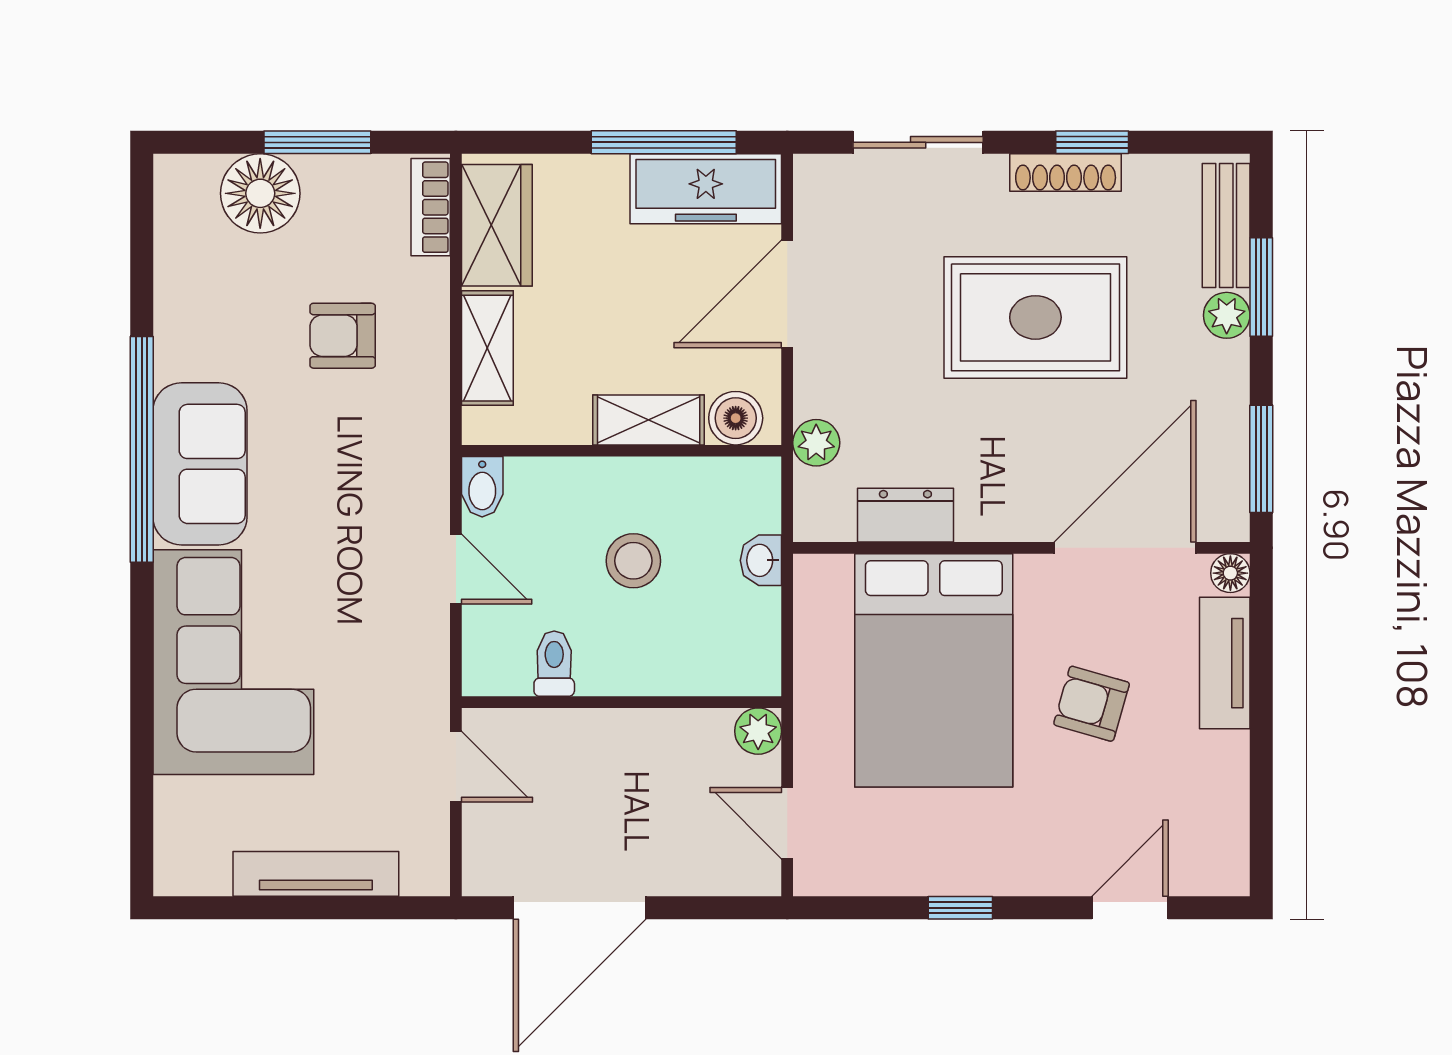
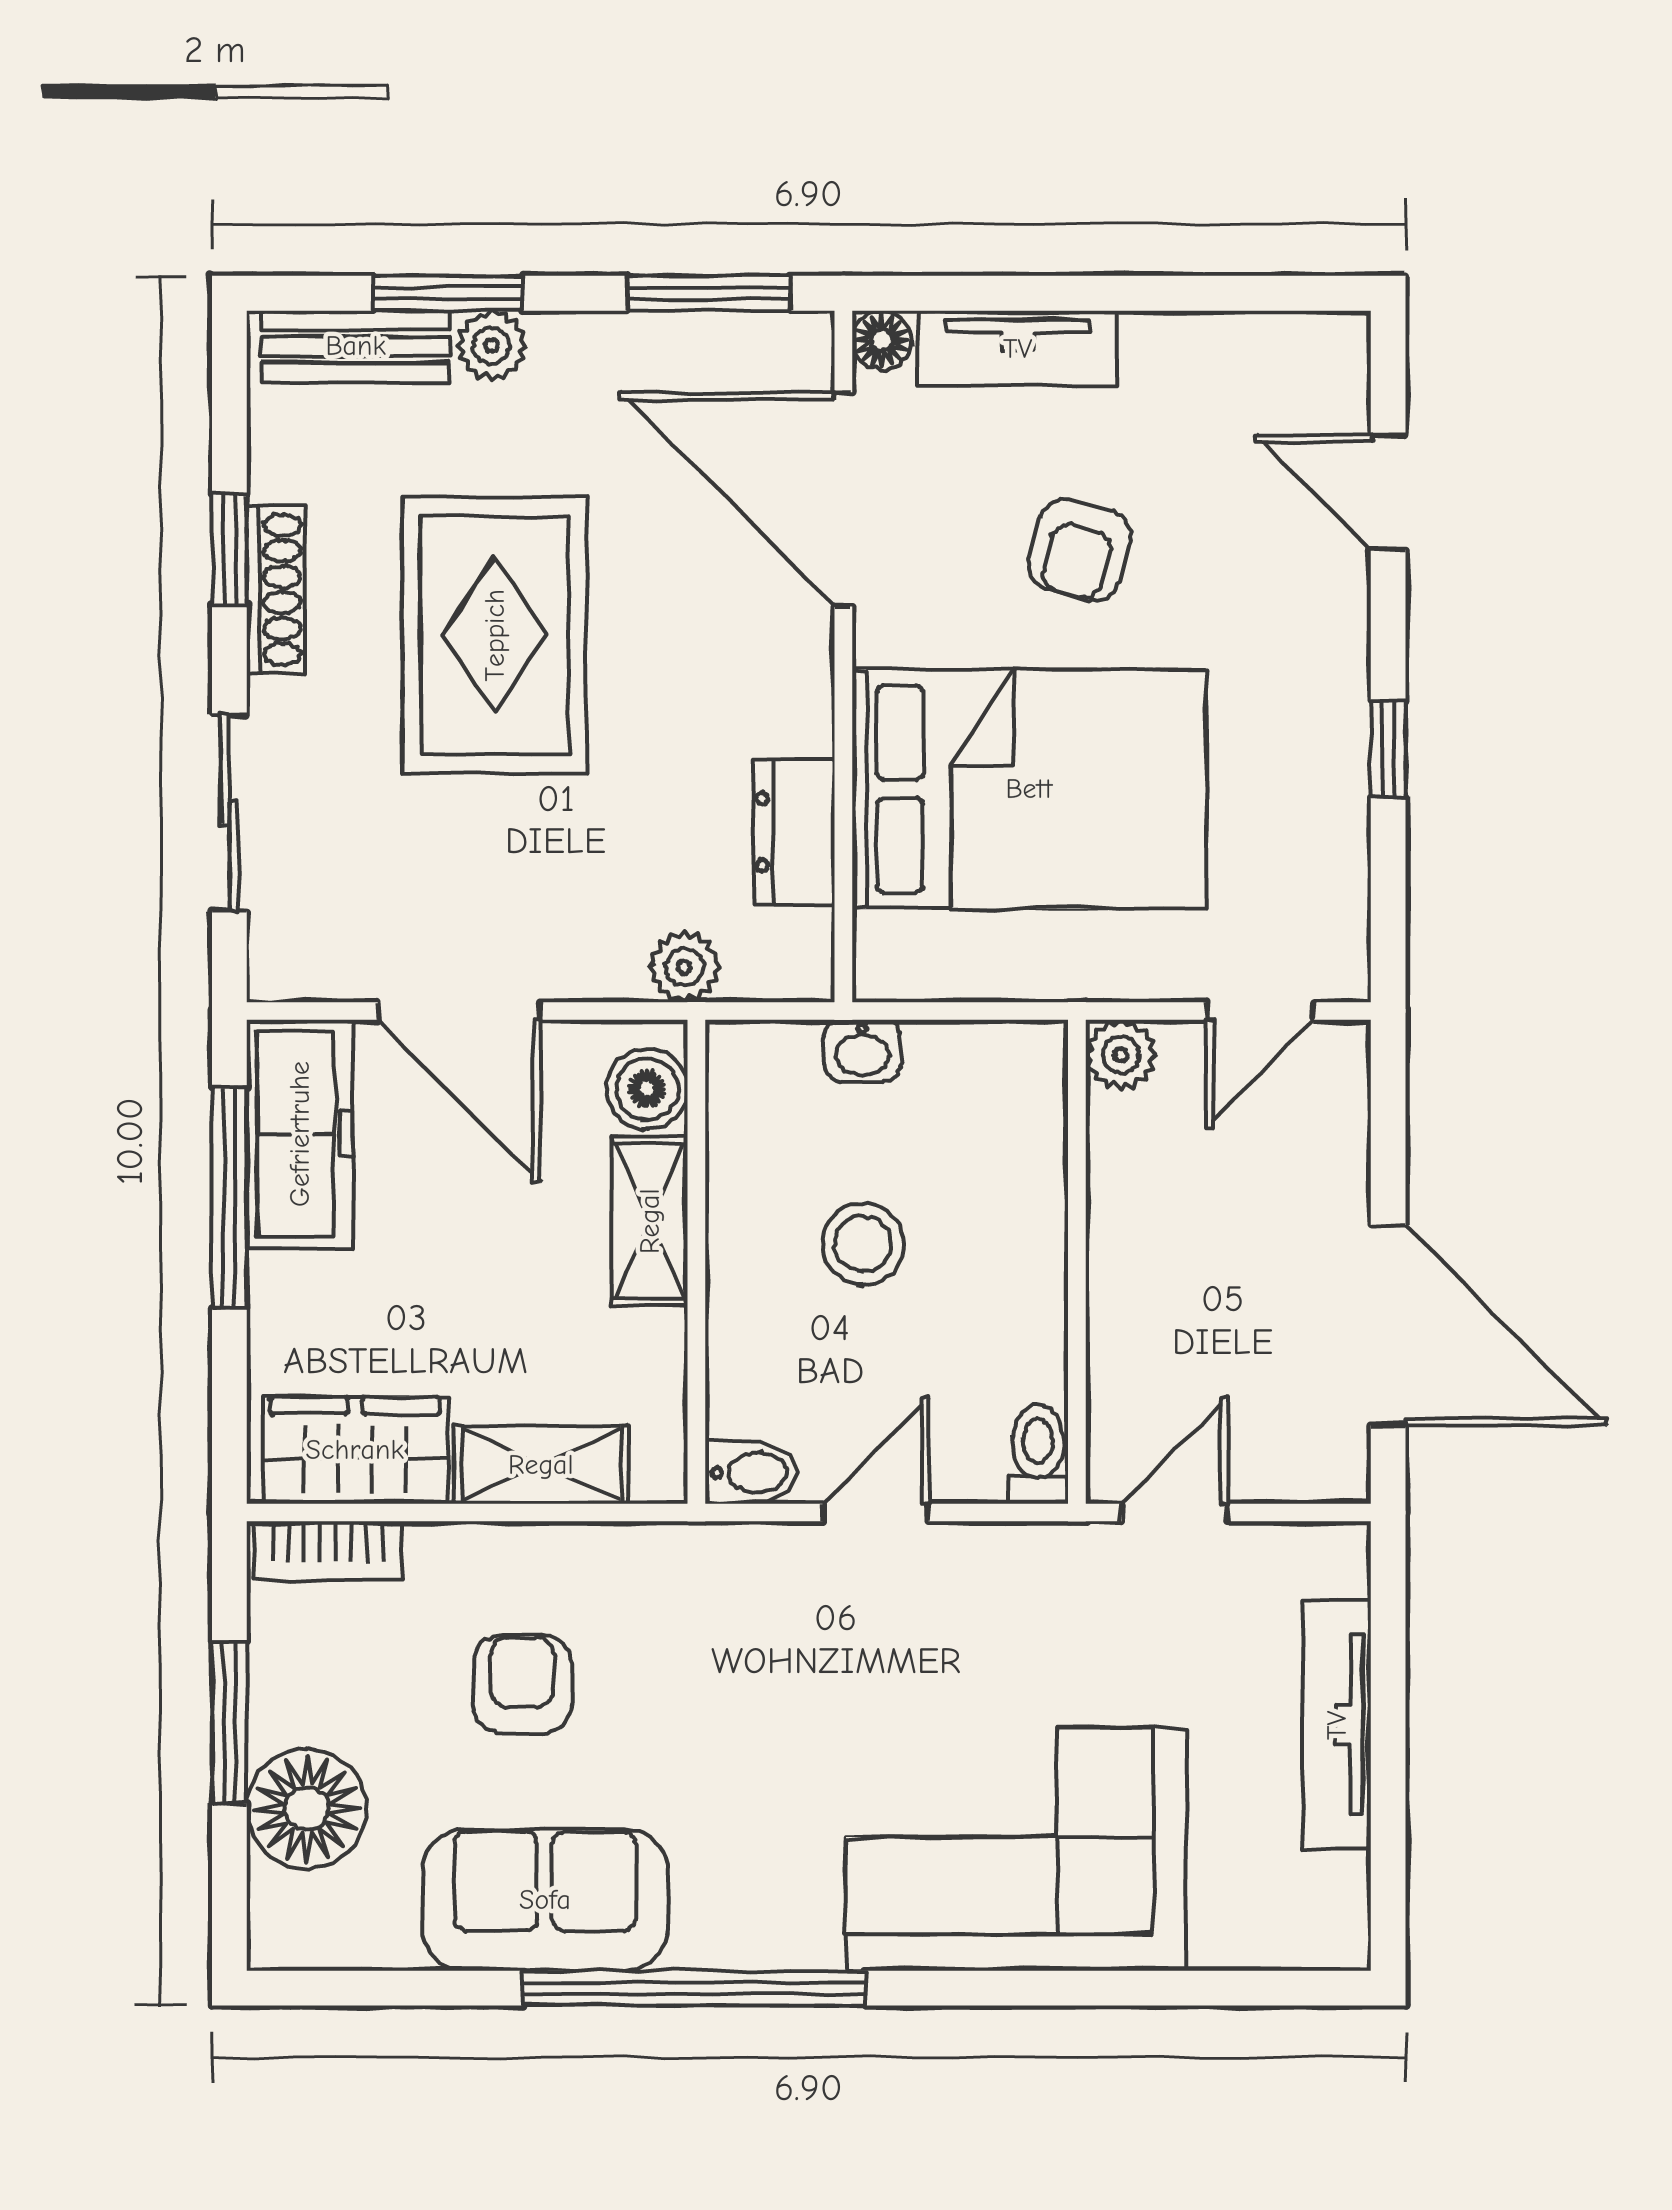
armchair: (343, 336) -> (522, 1684), turned 180
sofa: (200, 464) -> (545, 1900), moved
toilet: (554, 664) -> (1038, 1454), moved, turned 90

